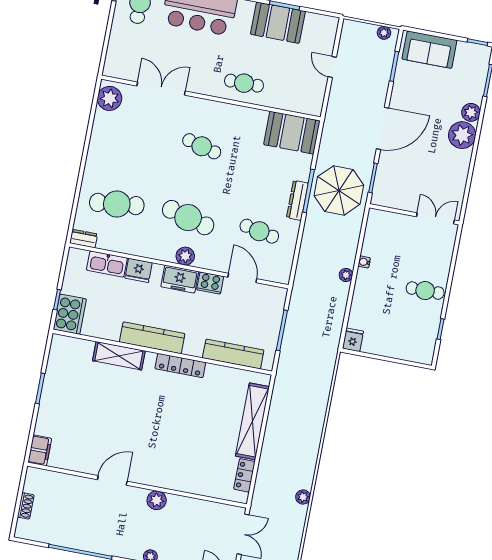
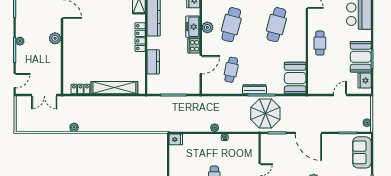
fridge: (317, 24) -> (365, 81), added
cafe table: (202, 146) -> (276, 25), width x1.37, depth x1.35
kitchen counter: (233, 354) -> (153, 62), width x0.67

